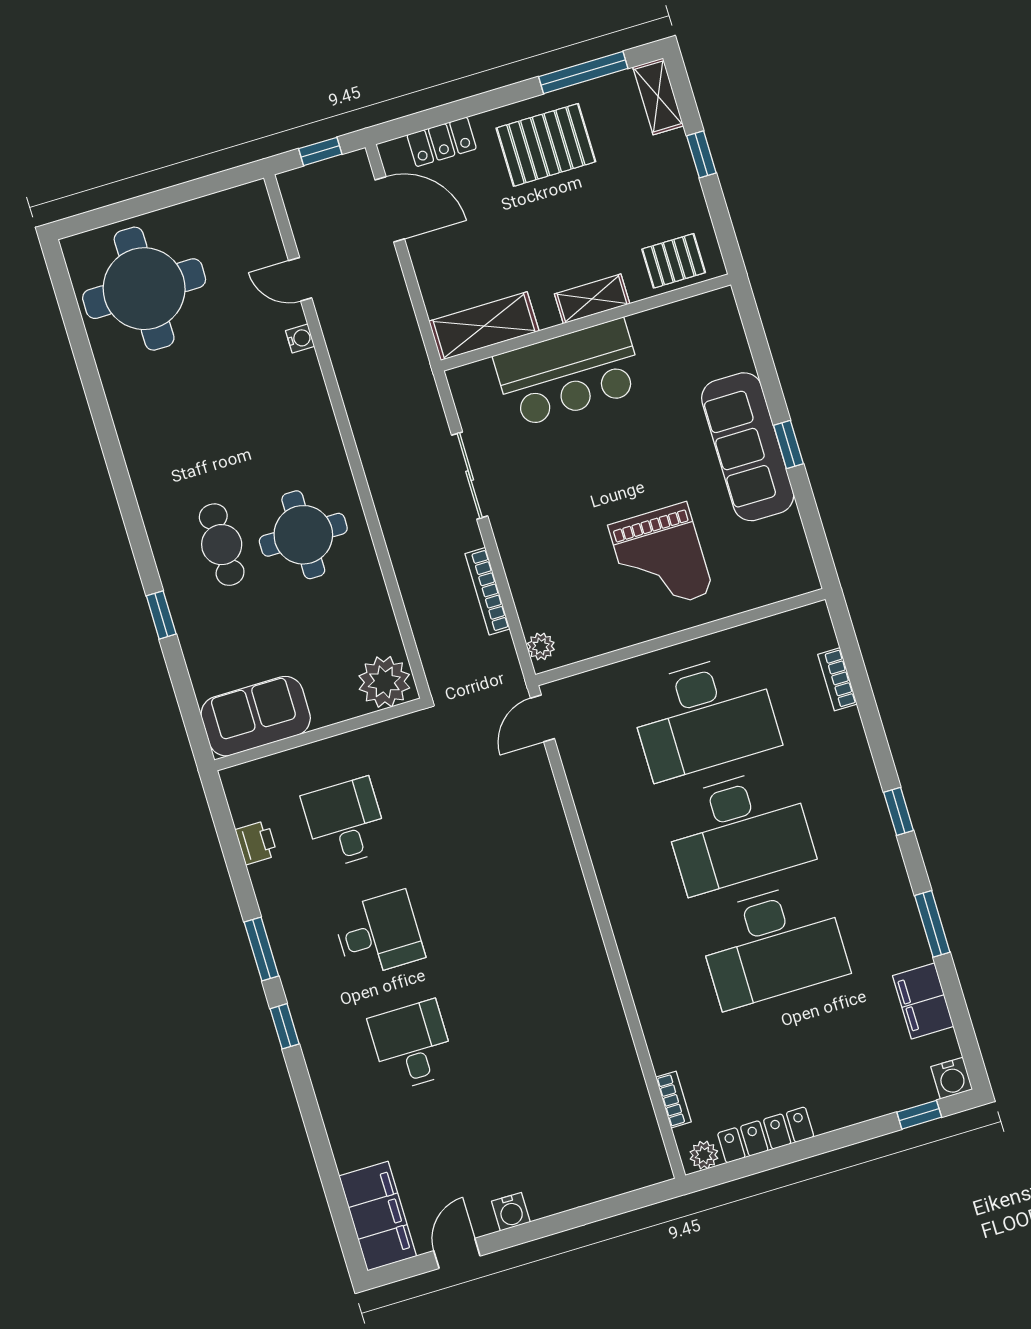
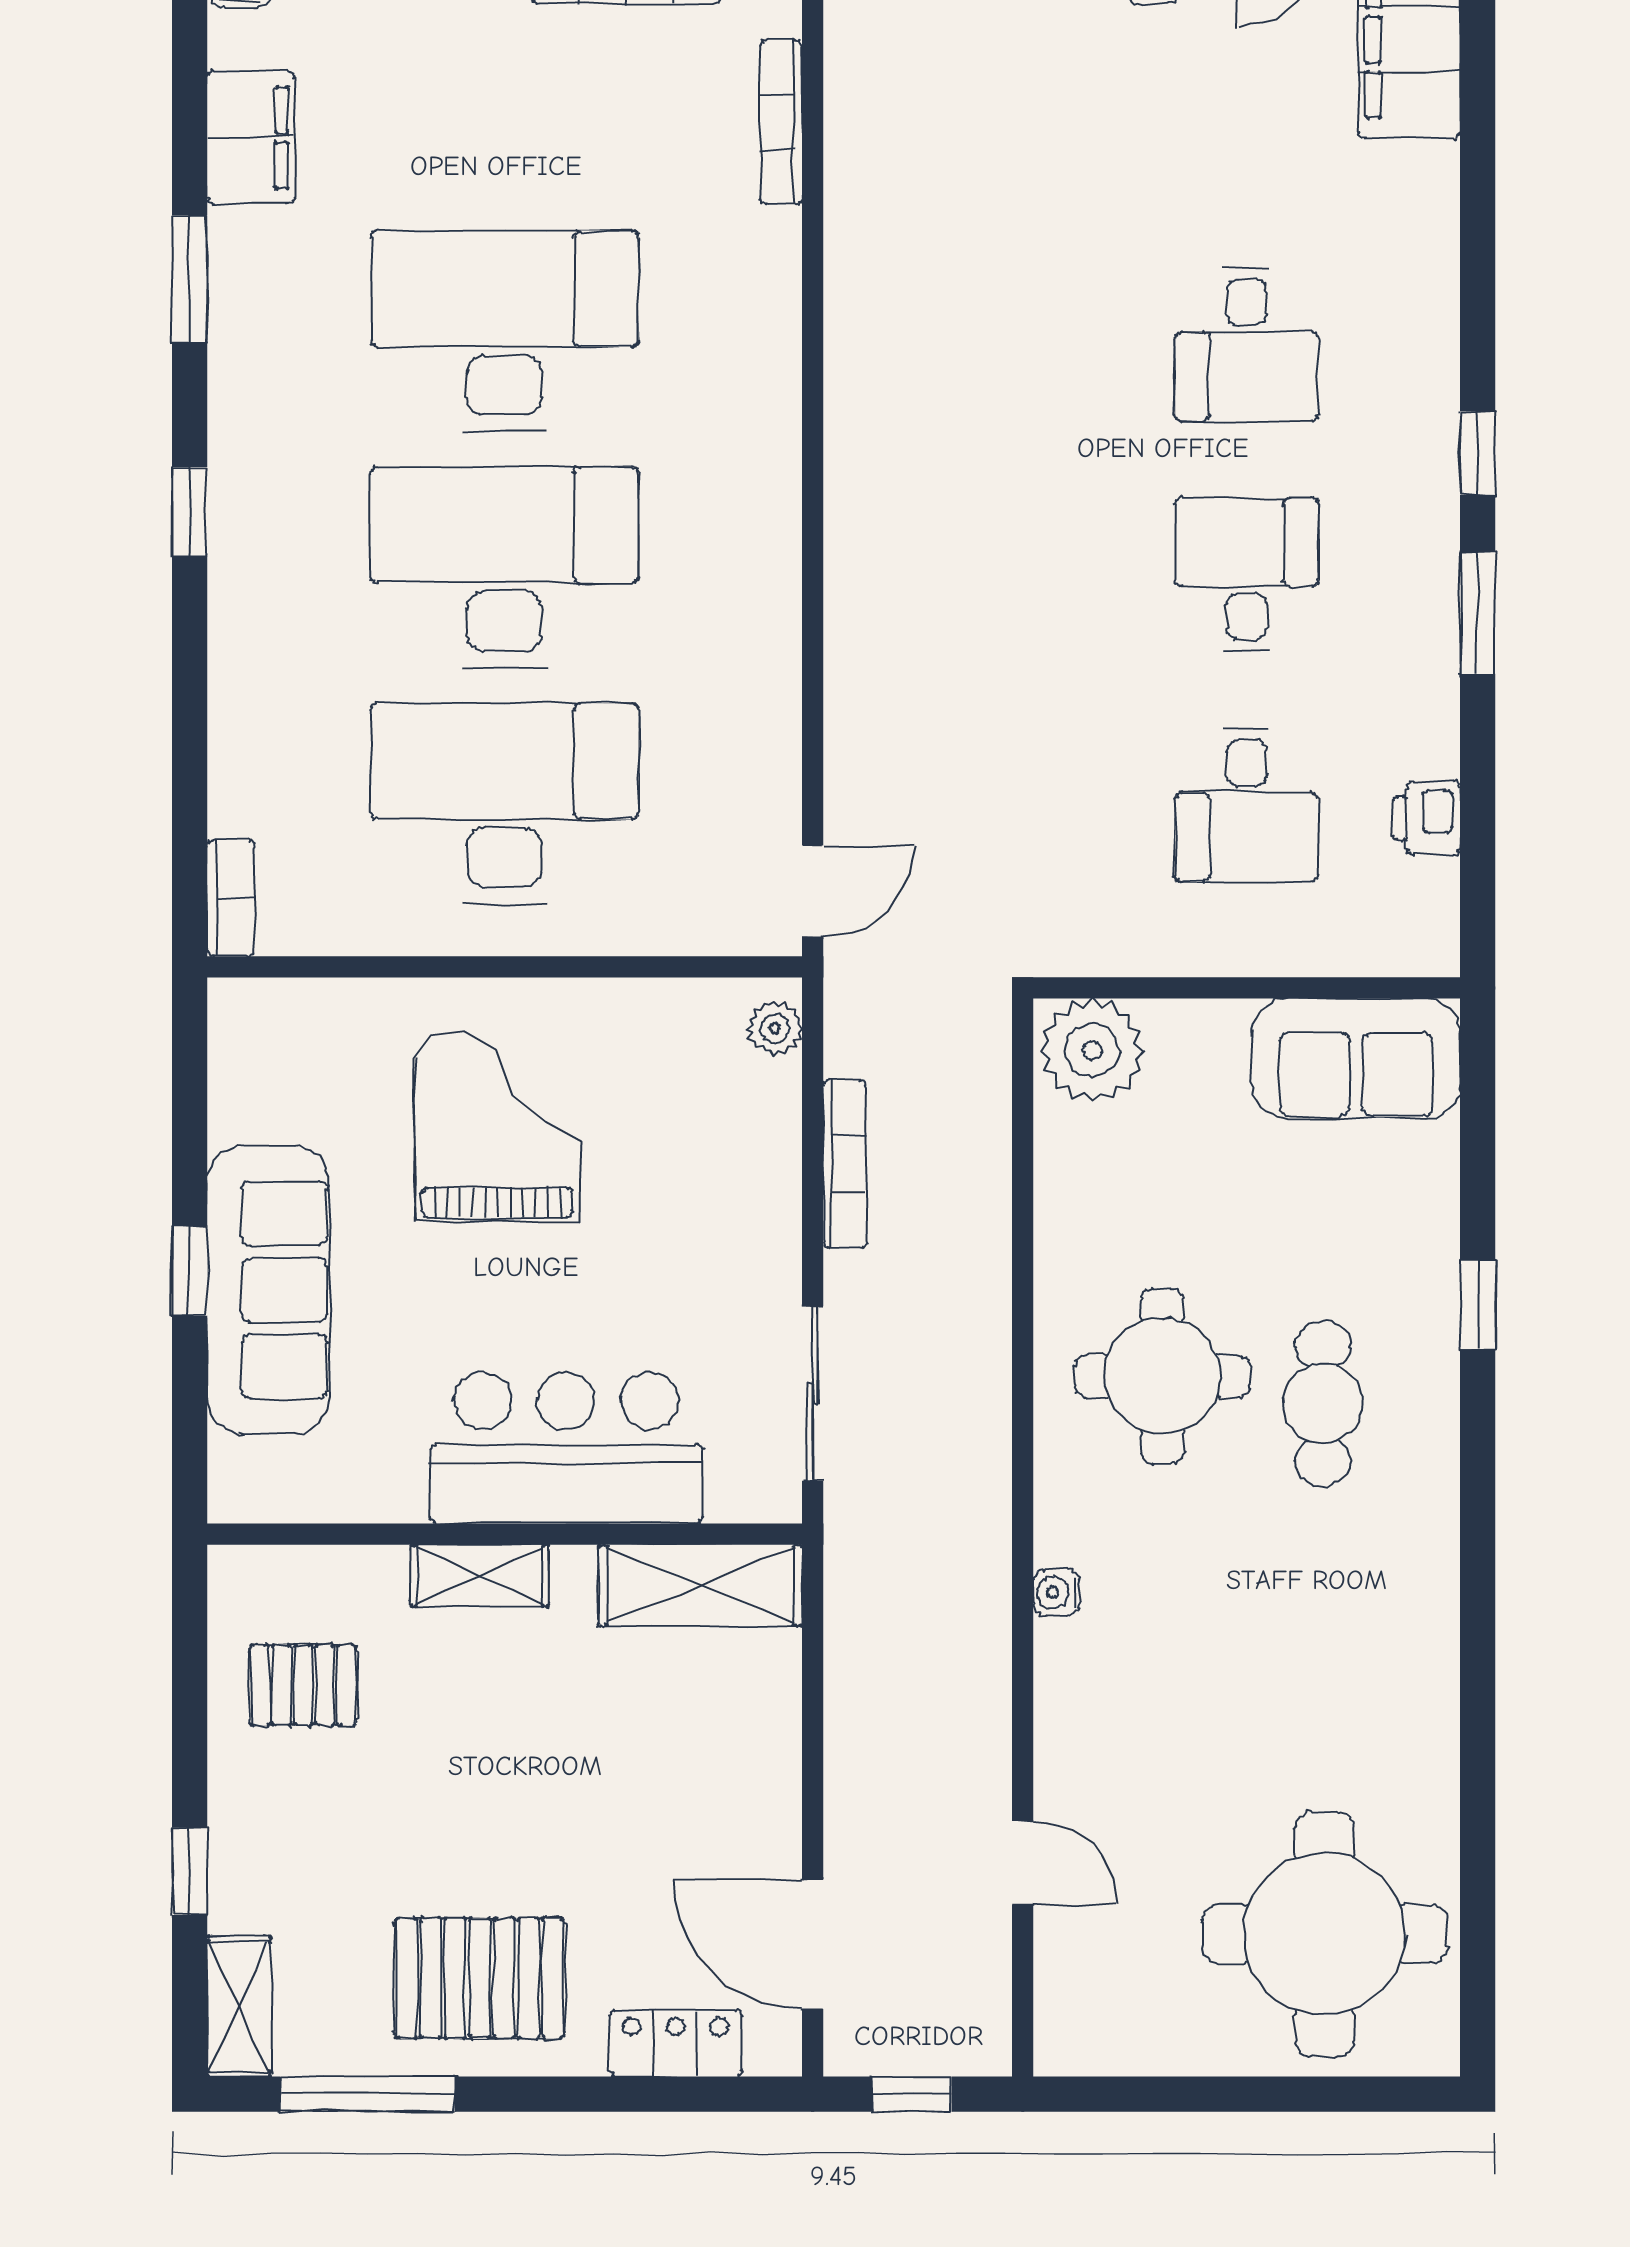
shelving: (592, 299) -> (480, 1575), moved
wall: (586, 322) -> (505, 1534), moved
shelving: (484, 326) -> (700, 1585), moved
water cooler: (300, 338) -> (1056, 1592), moved
bar counter: (569, 373) -> (566, 1448), moved
bookcase: (837, 679) -> (231, 898), moved
desk: (379, 934) -> (1247, 575), turned 90
bookcase: (673, 1100) -> (781, 122), width x1.56

